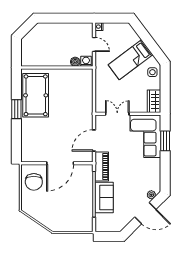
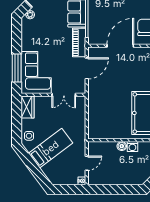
door: (94, 44) -> (87, 163), swing flipped
washing machine: (86, 61) -> (132, 147), moved
boiler: (75, 62) -> (122, 146), moved
window: (165, 141) -> (17, 68), width x1.44

